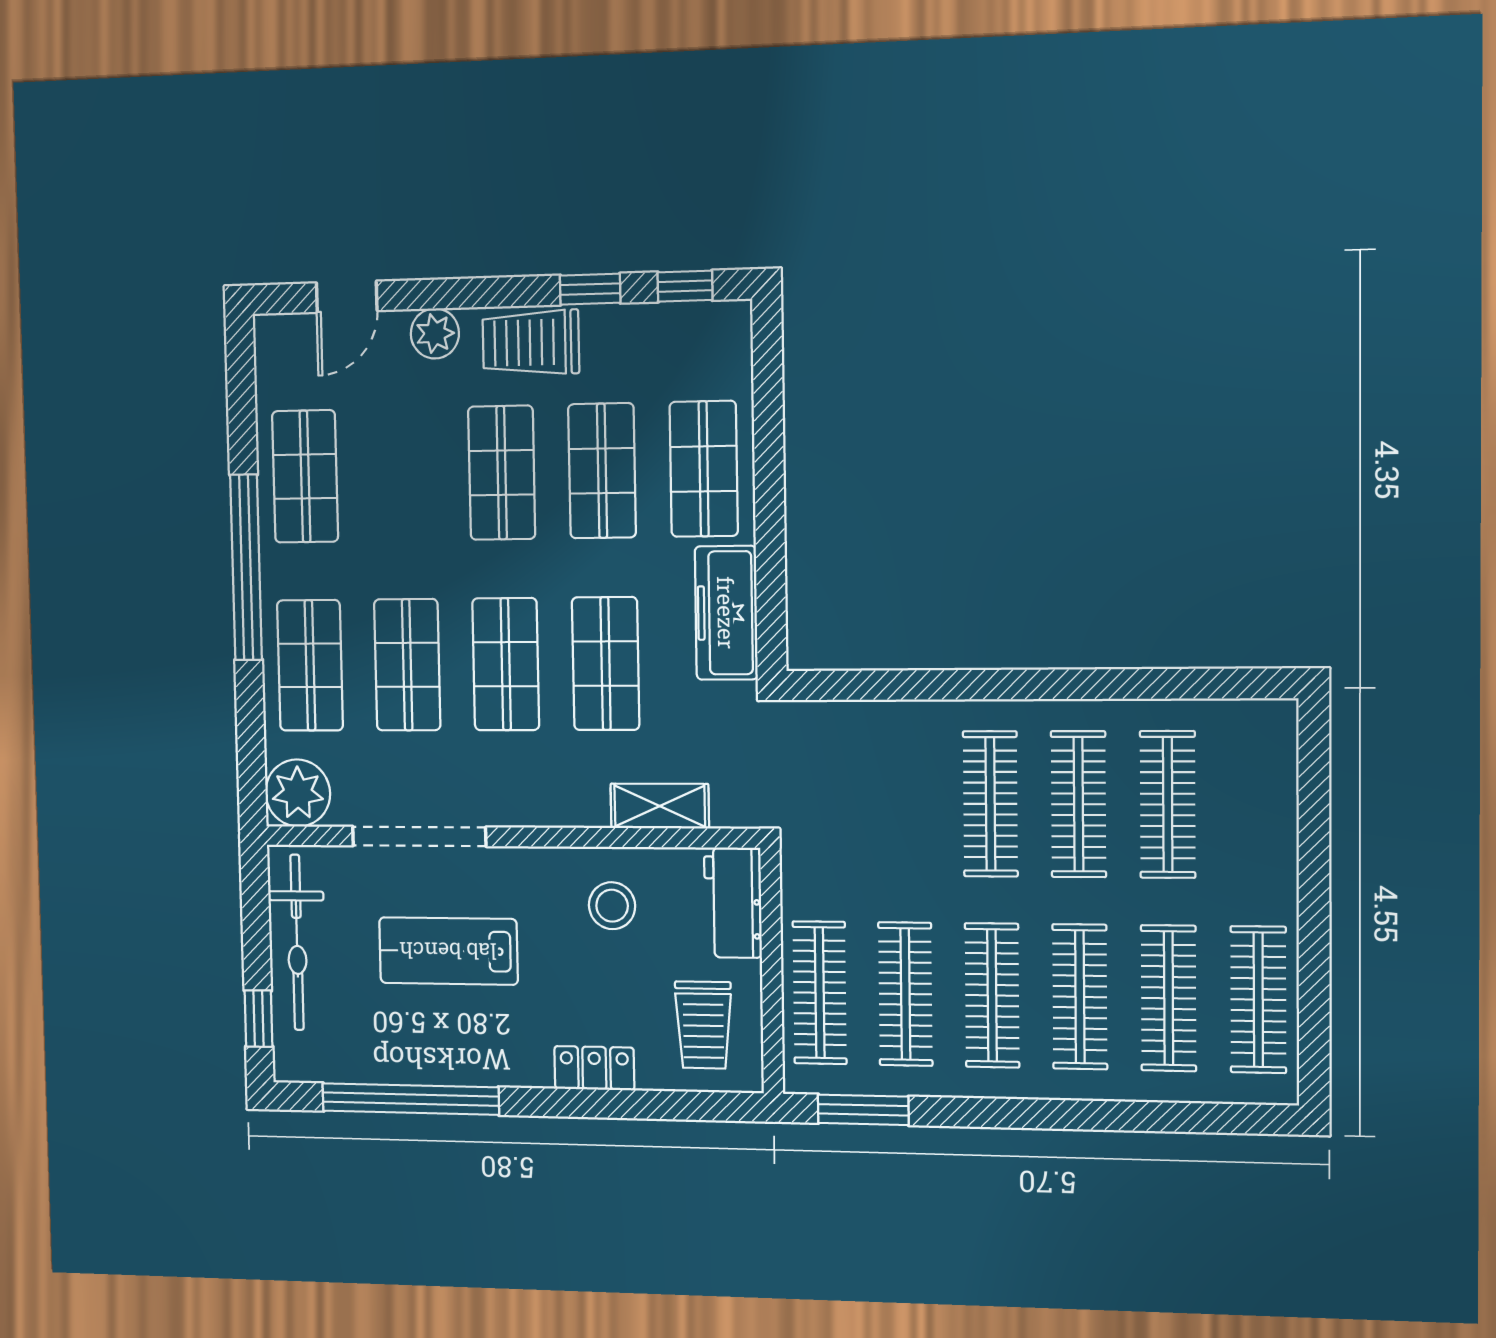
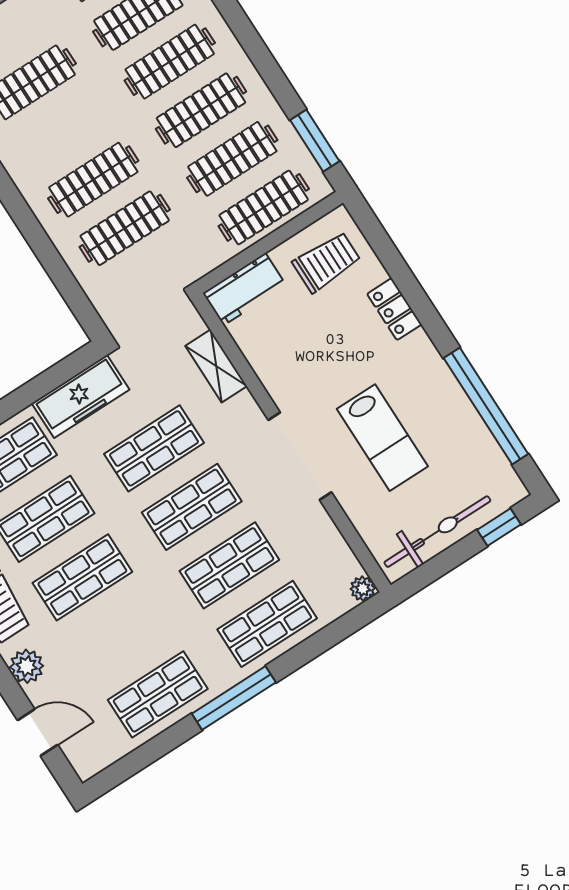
window: (246, 568) -> (234, 698), width x0.68
plant: (298, 793) -> (363, 589), width x0.53, depth x0.53
clothes rail: (1079, 804) -> (125, 228), moved
doorway: (419, 836) -> (300, 456), moved
stool: (612, 906) -> (292, 358), removed

